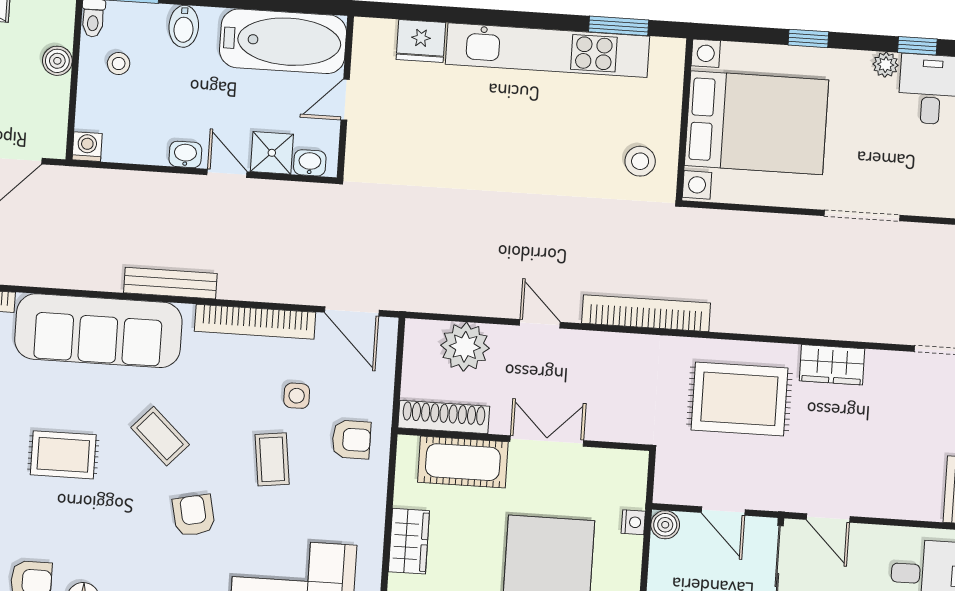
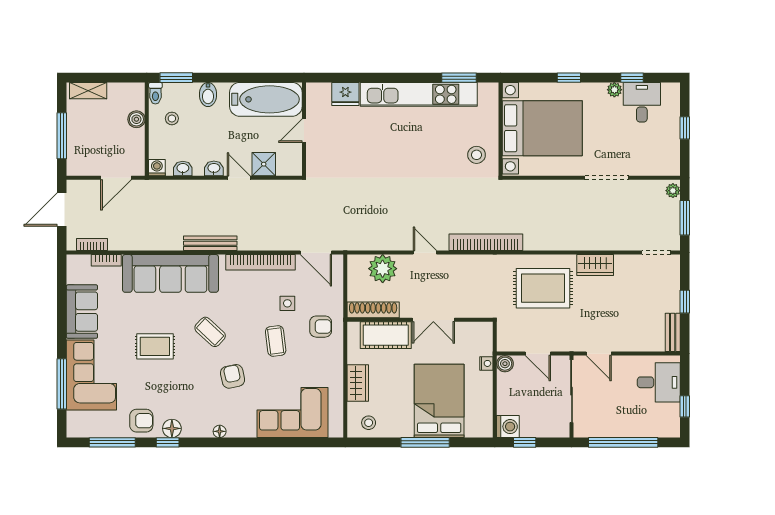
washbasin: (310, 163) -> (183, 168), moved
double door: (547, 441) -> (433, 320), swing flipped

